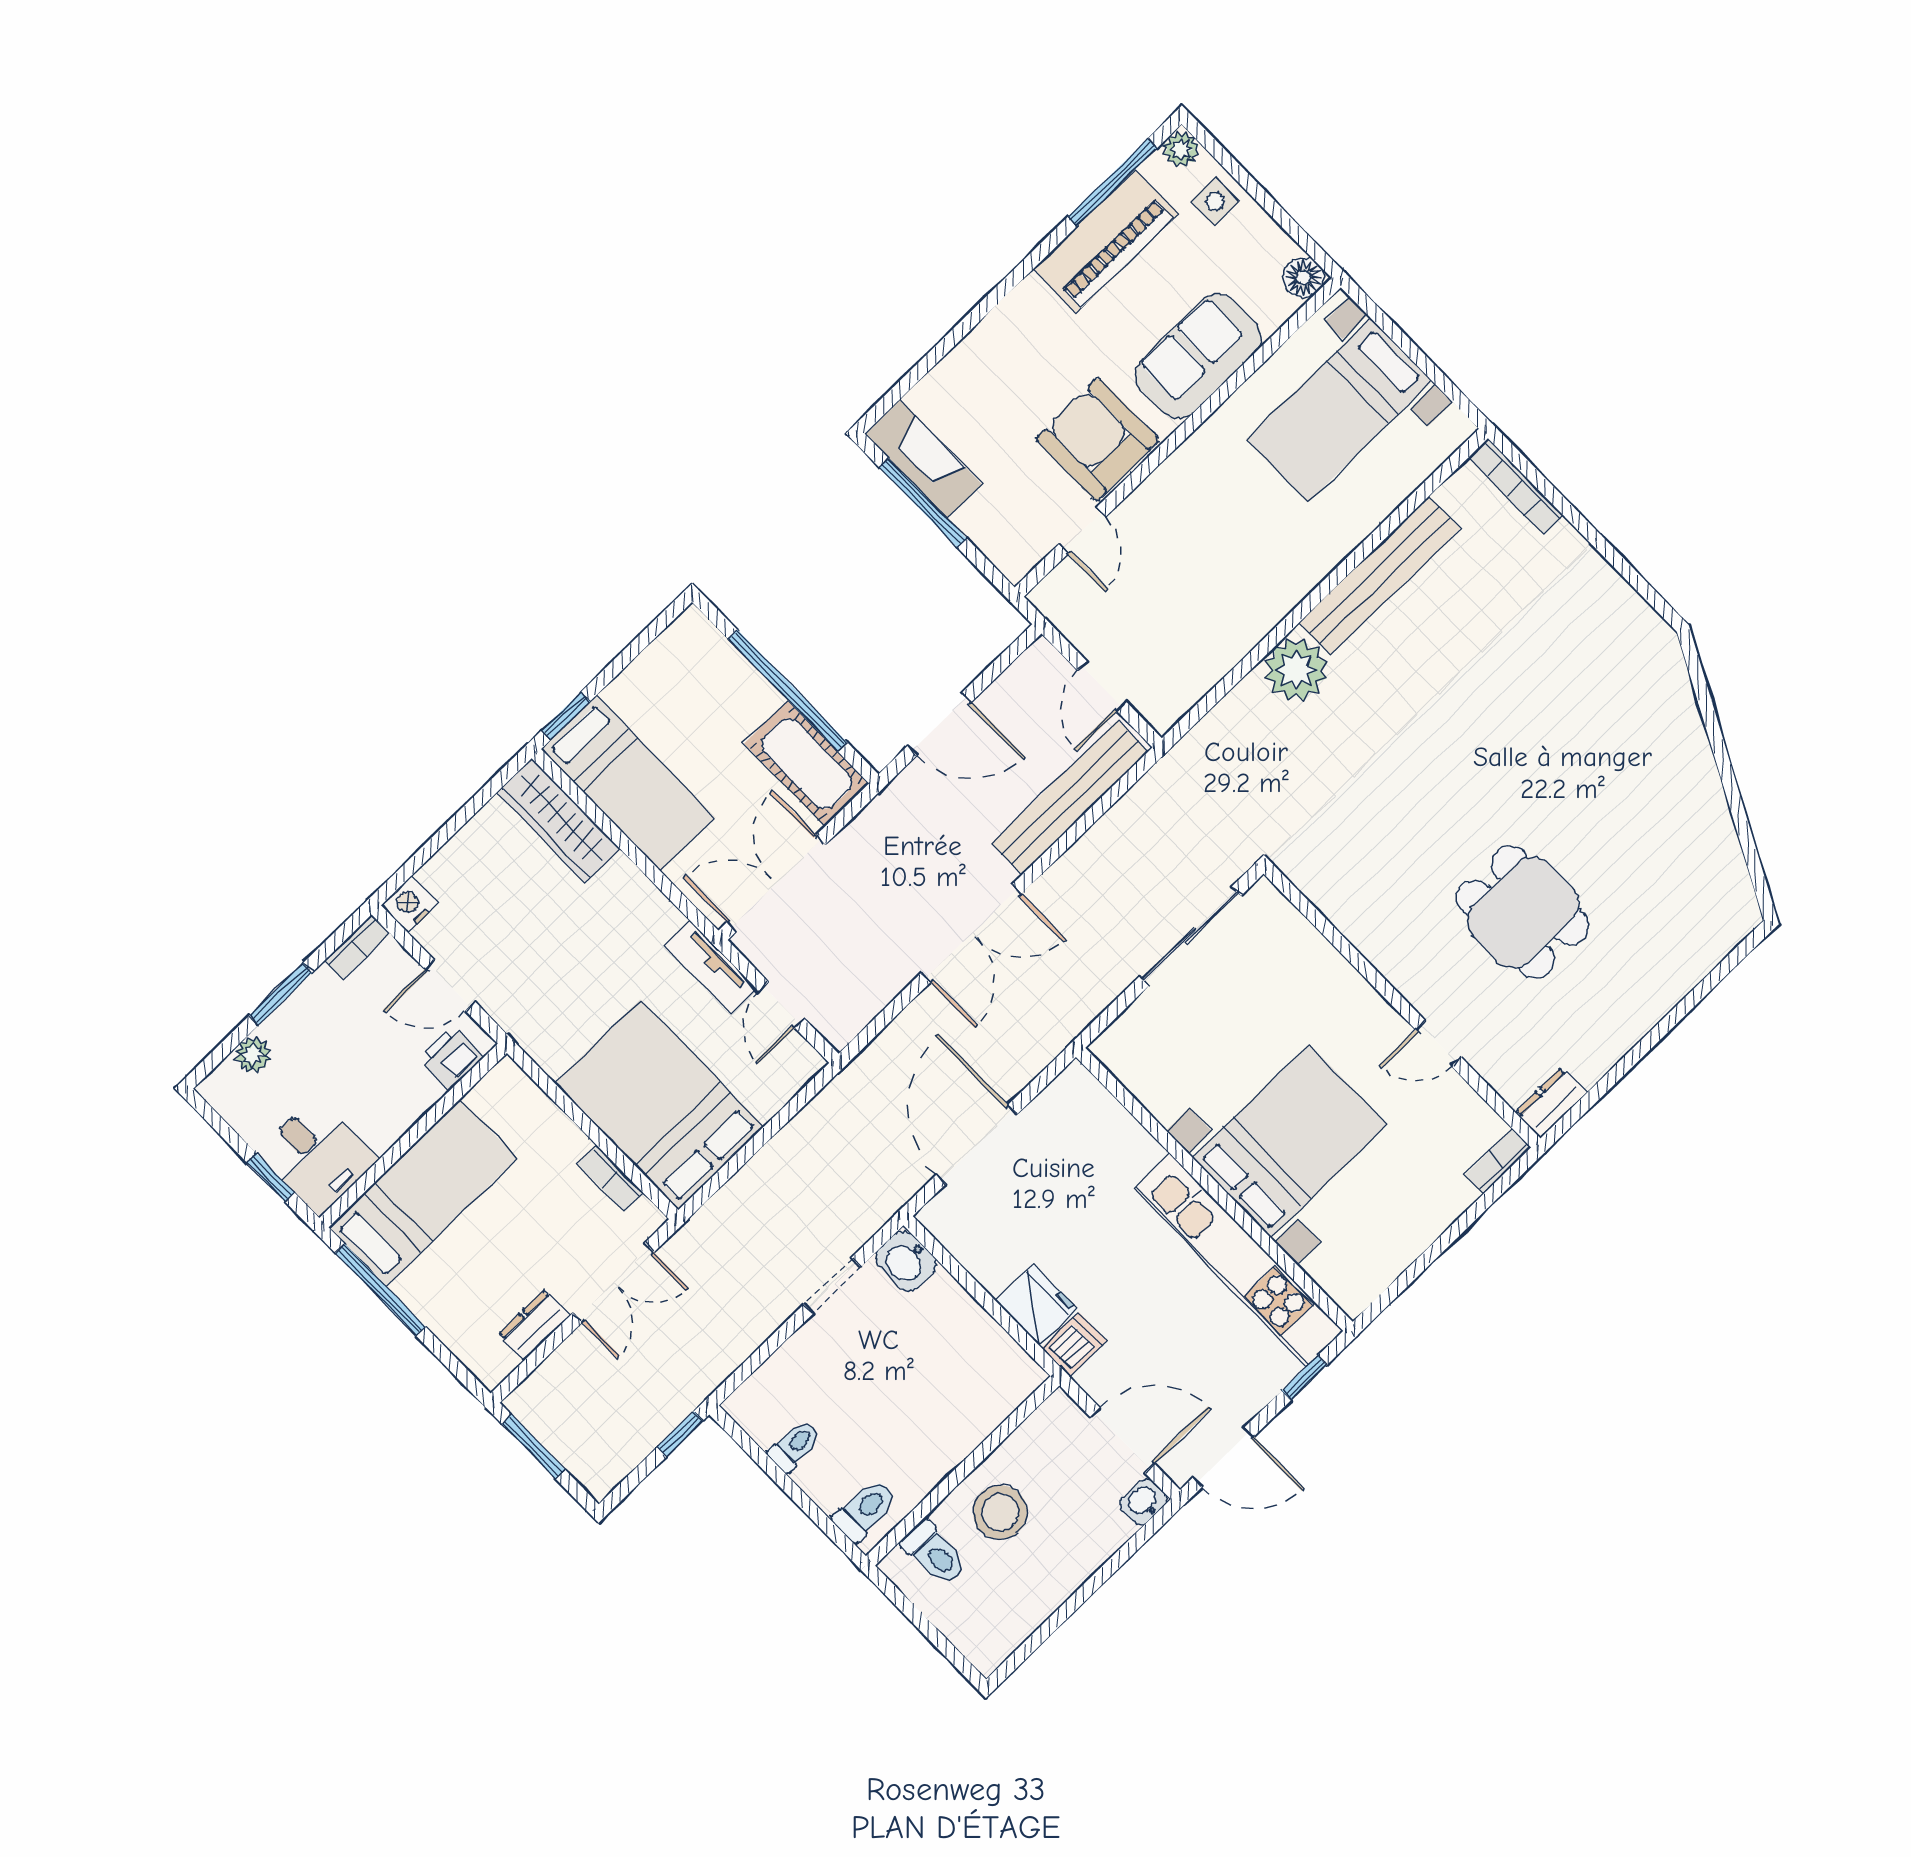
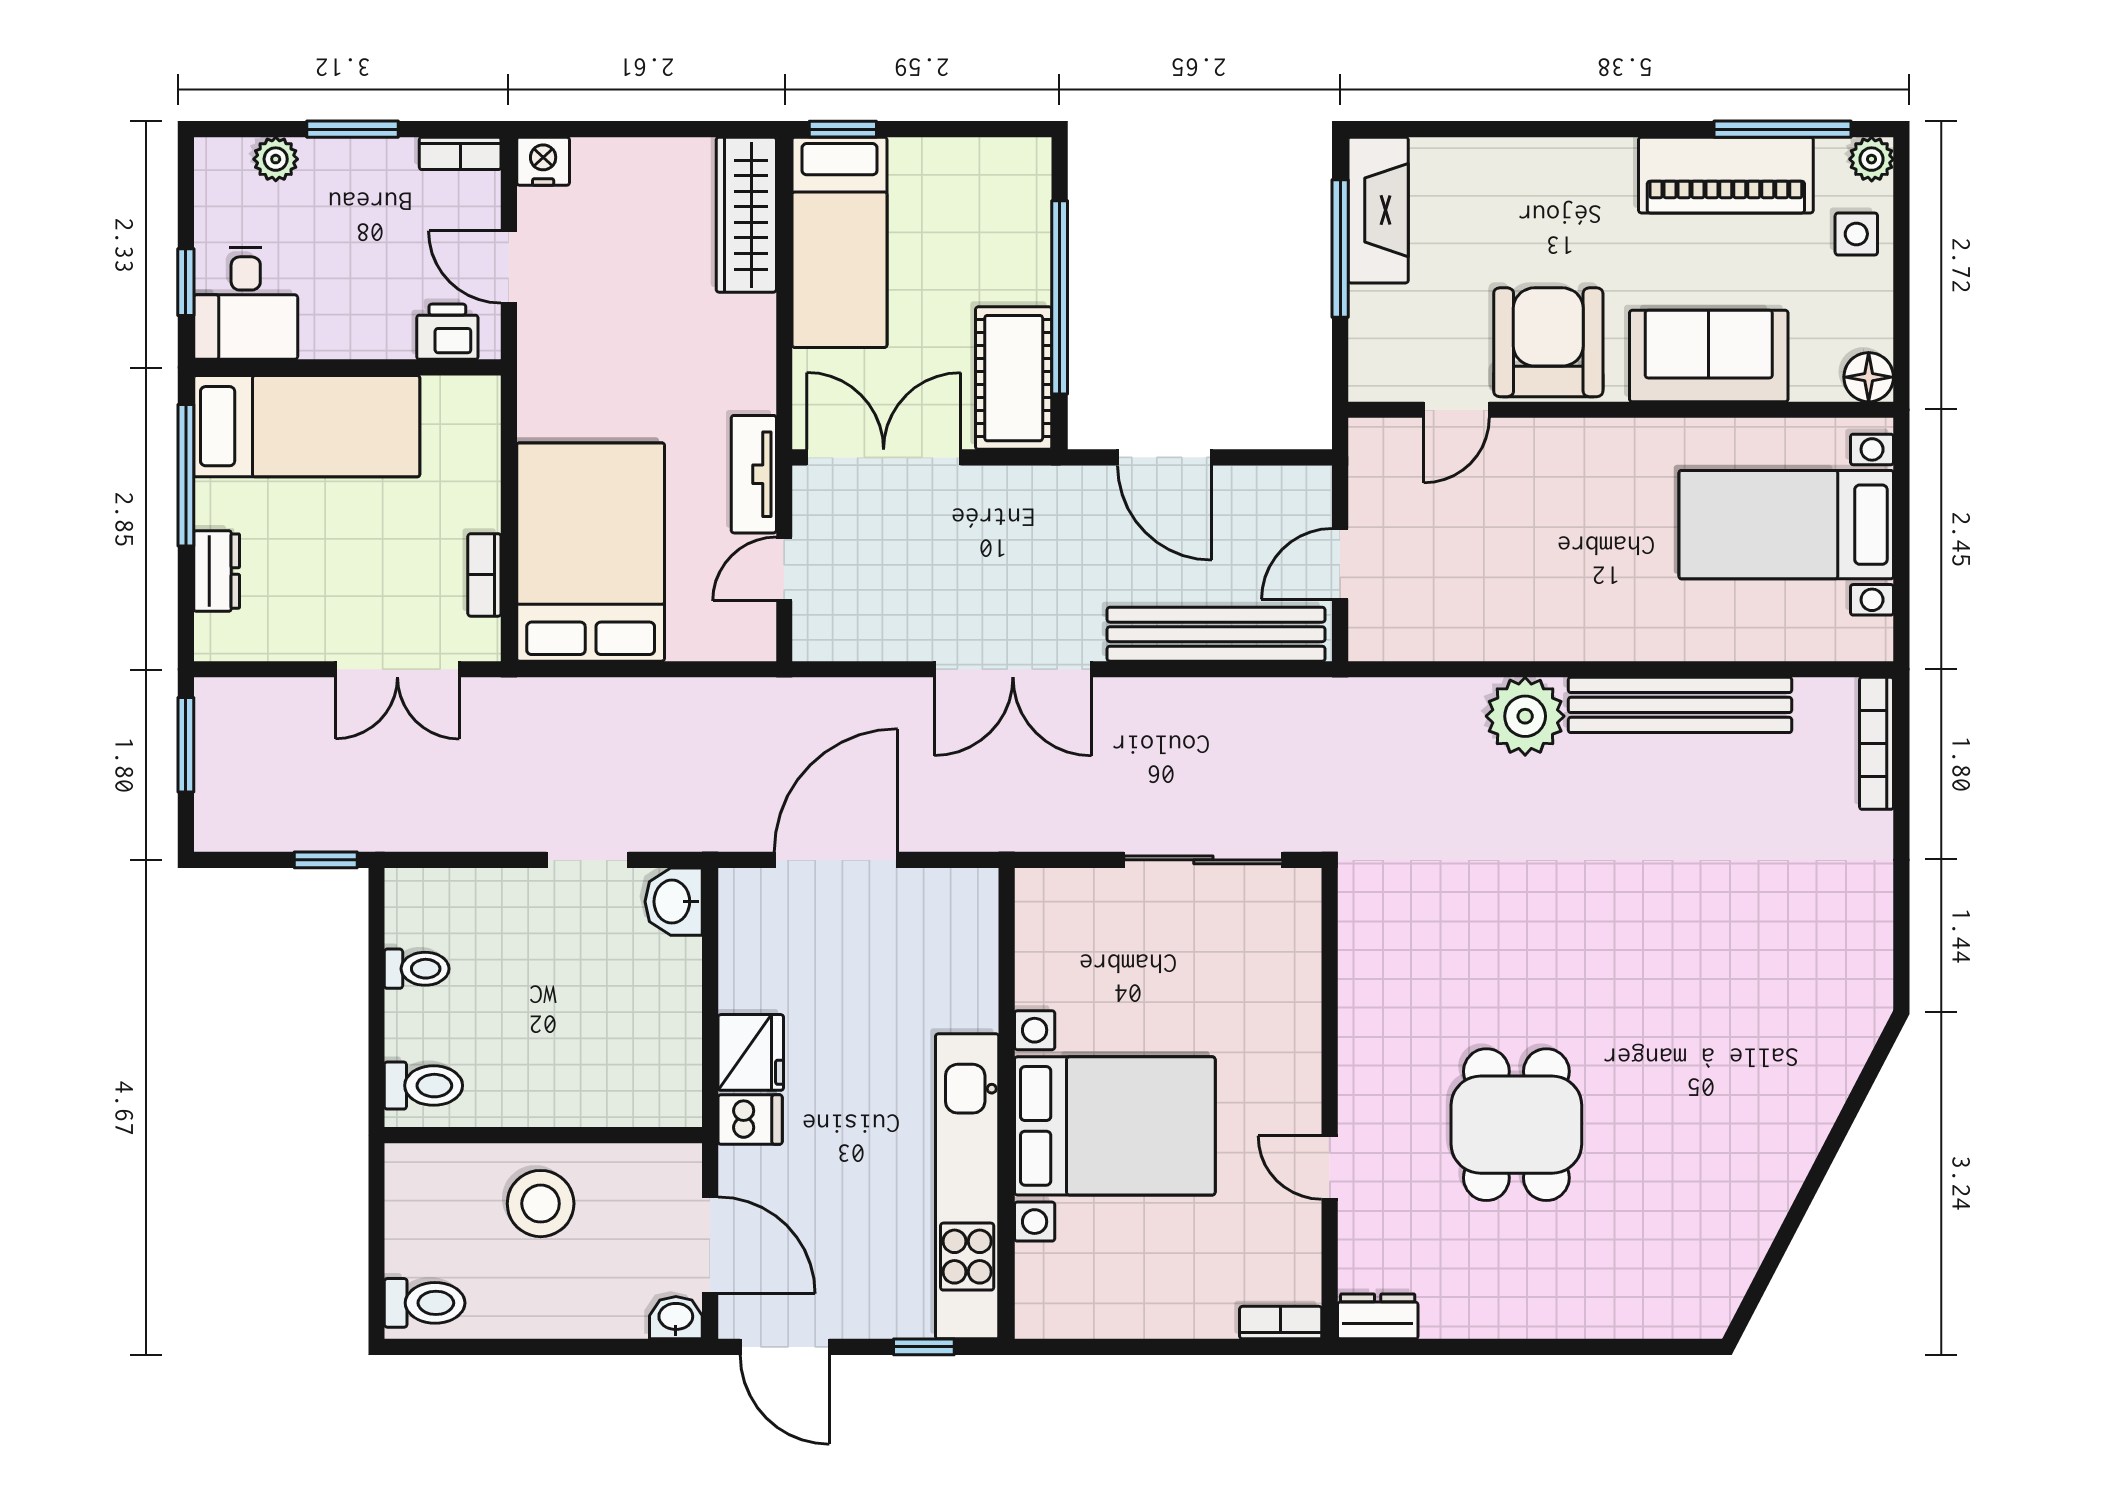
dresser: (534, 1325) -> (217, 571), moved, turned 90
toilet: (934, 1553) -> (425, 1303), moved, turned -90

